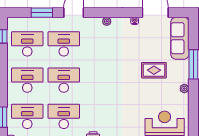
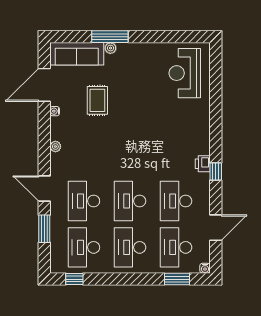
rug: (154, 70) -> (97, 100), moved
plant: (184, 89) -> (110, 48), moved

